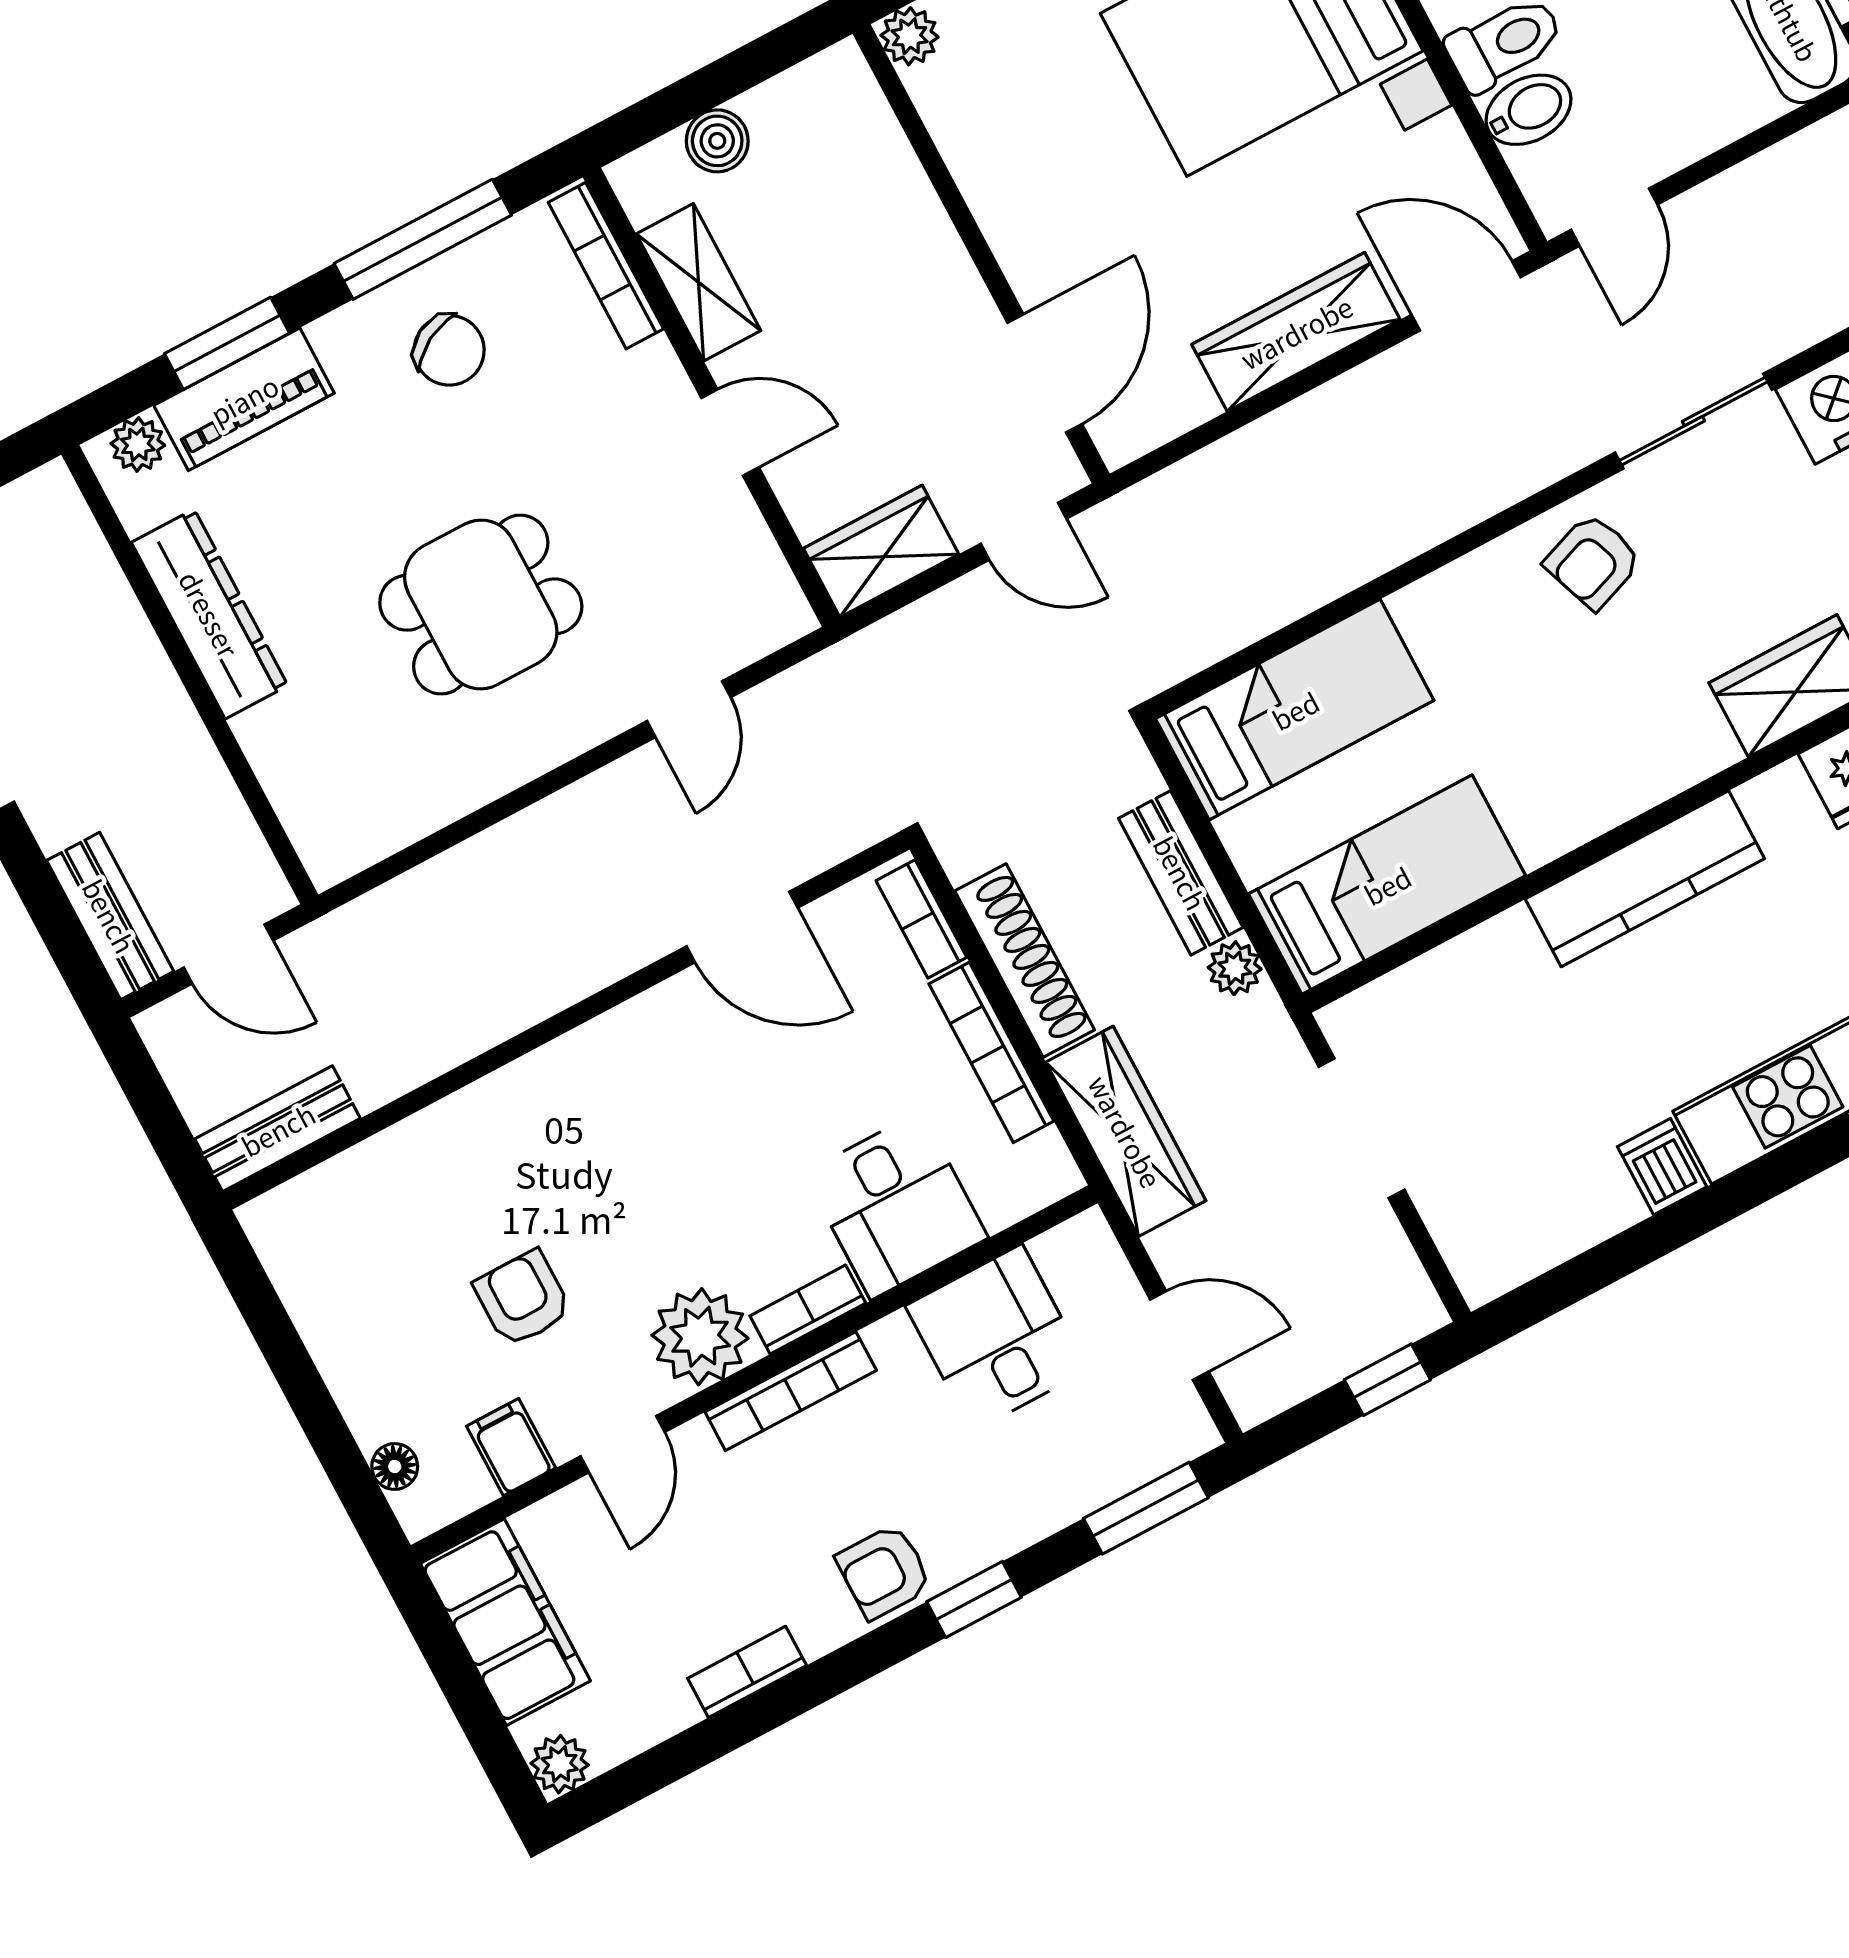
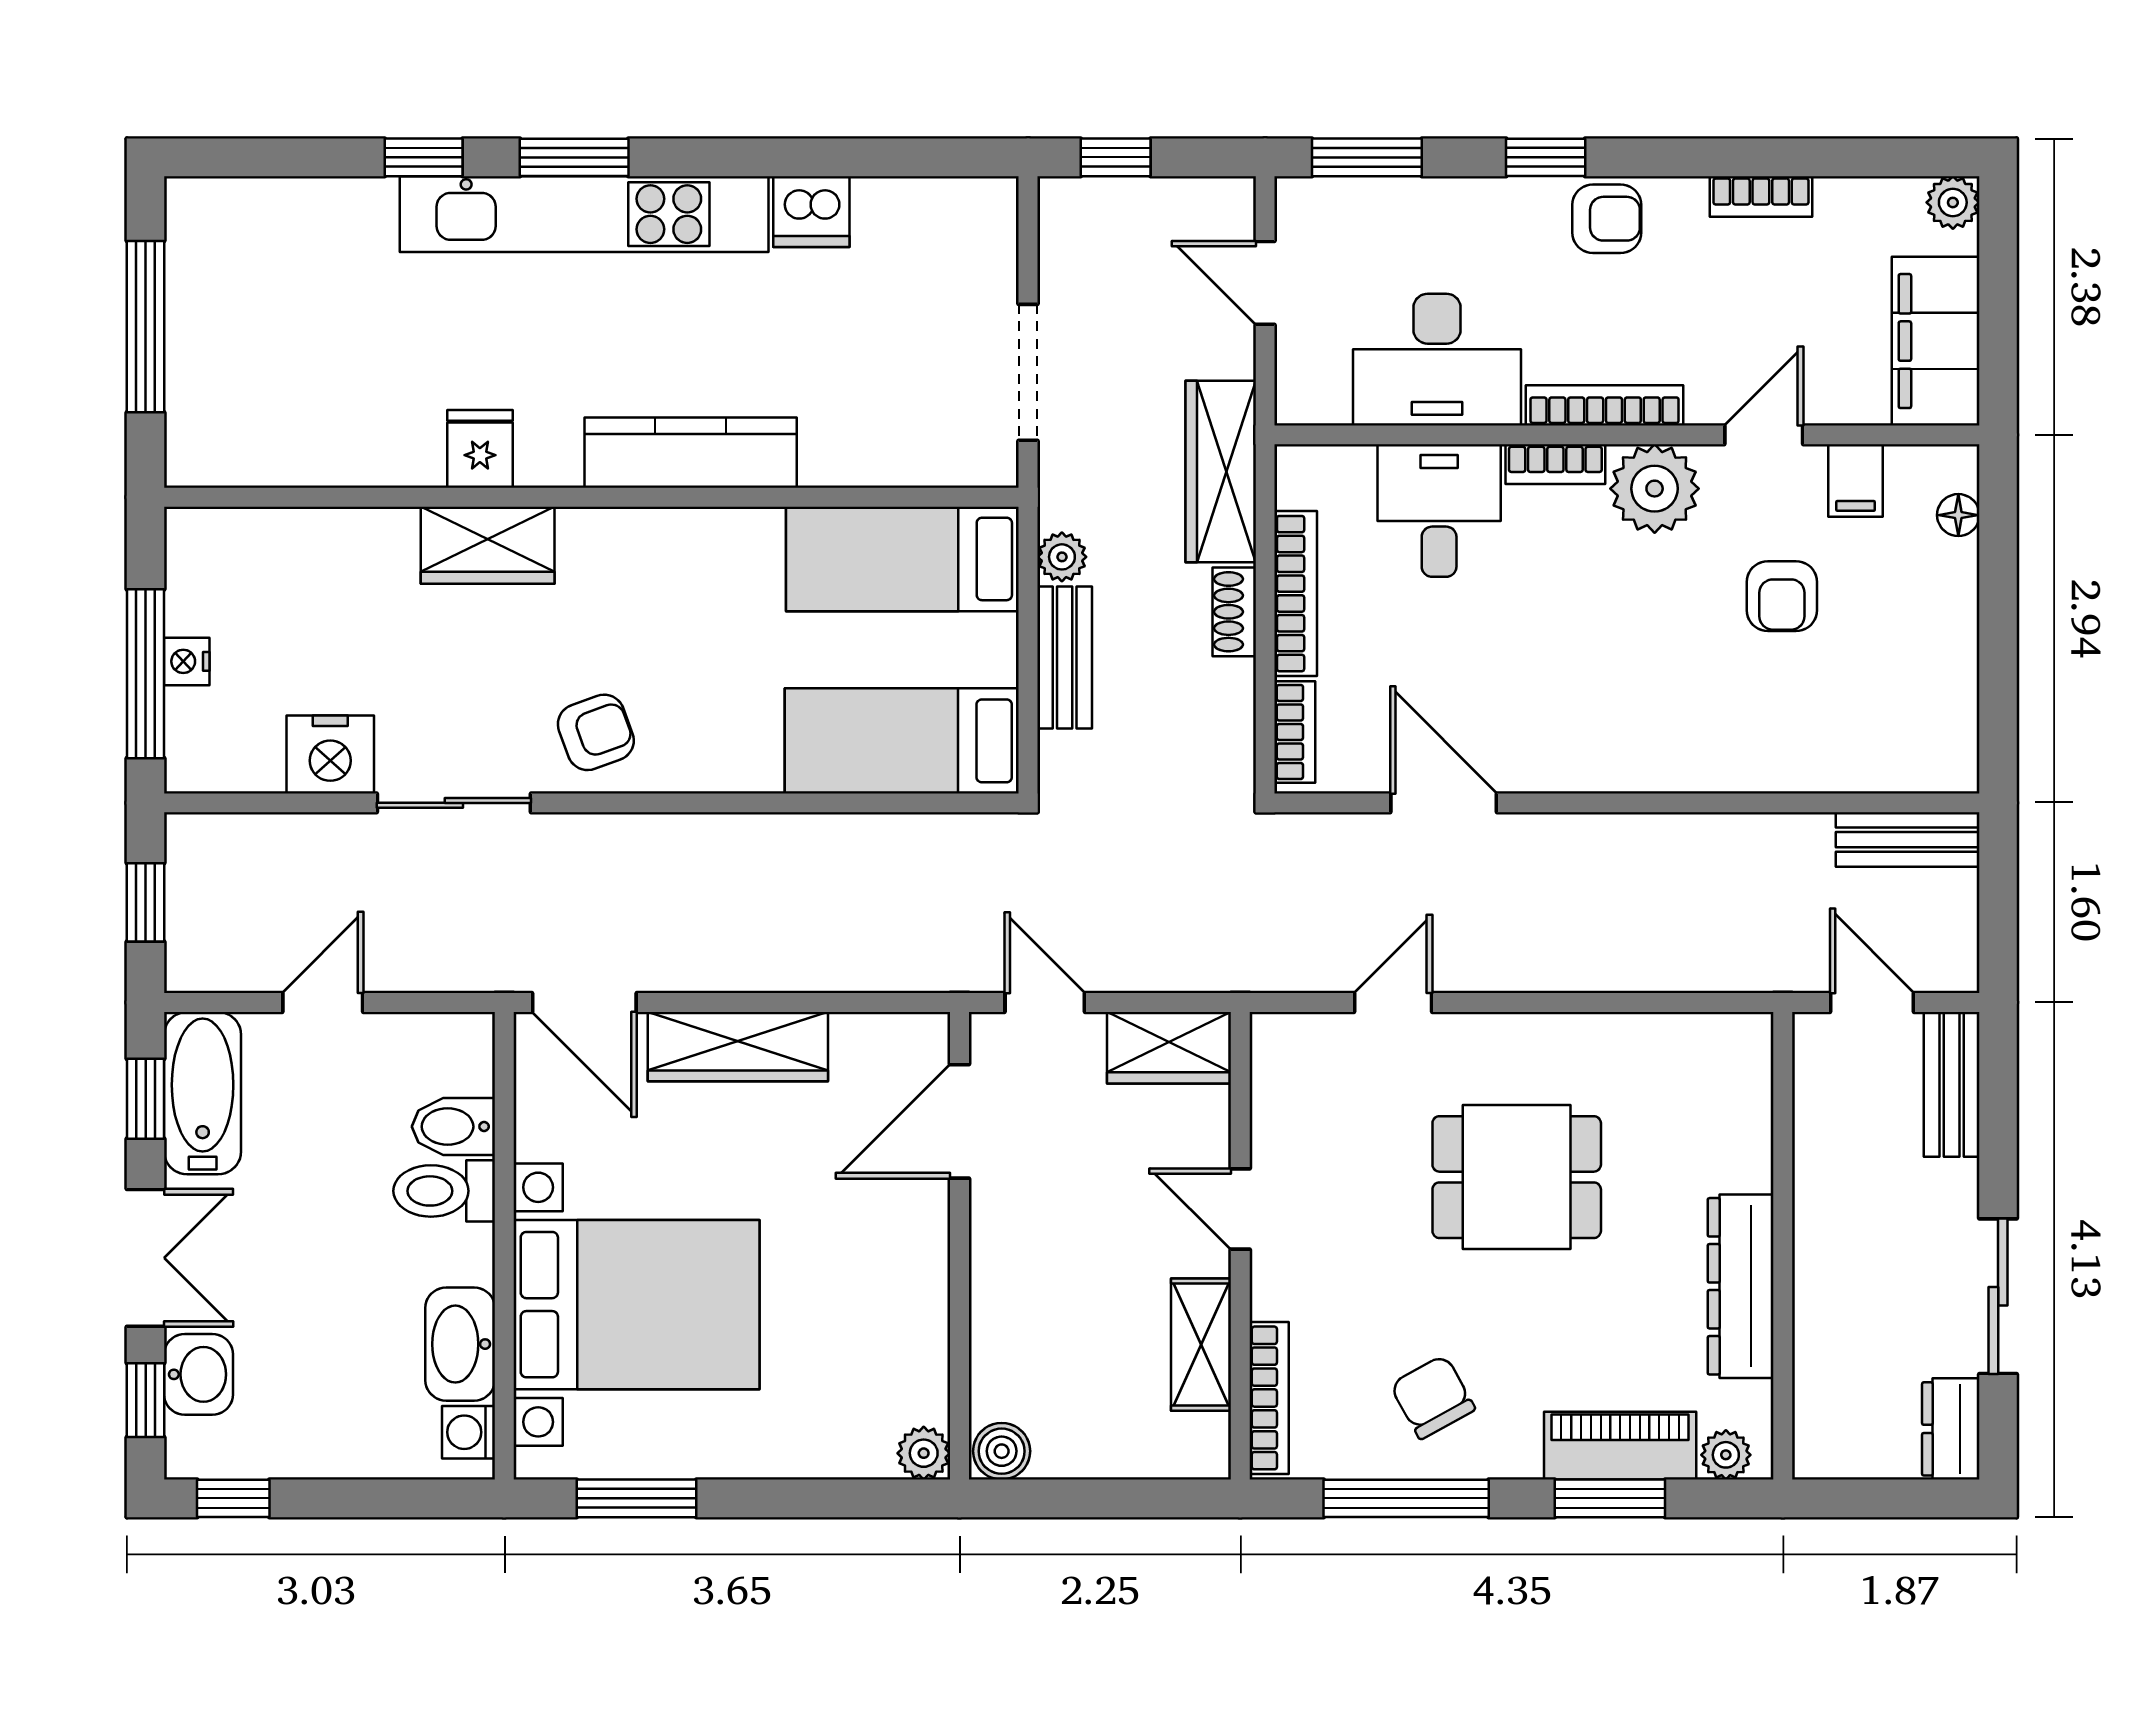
boiler: (717, 141) -> (1002, 1451), moved
door: (1614, 217) -> (323, 1002), moved
shoe rack: (1025, 960) -> (1234, 612), width x0.51, depth x0.81
dishwasher: (1662, 1167) -> (811, 212), width x1.38
desk: (997, 1338) -> (1437, 360), width x1.37

